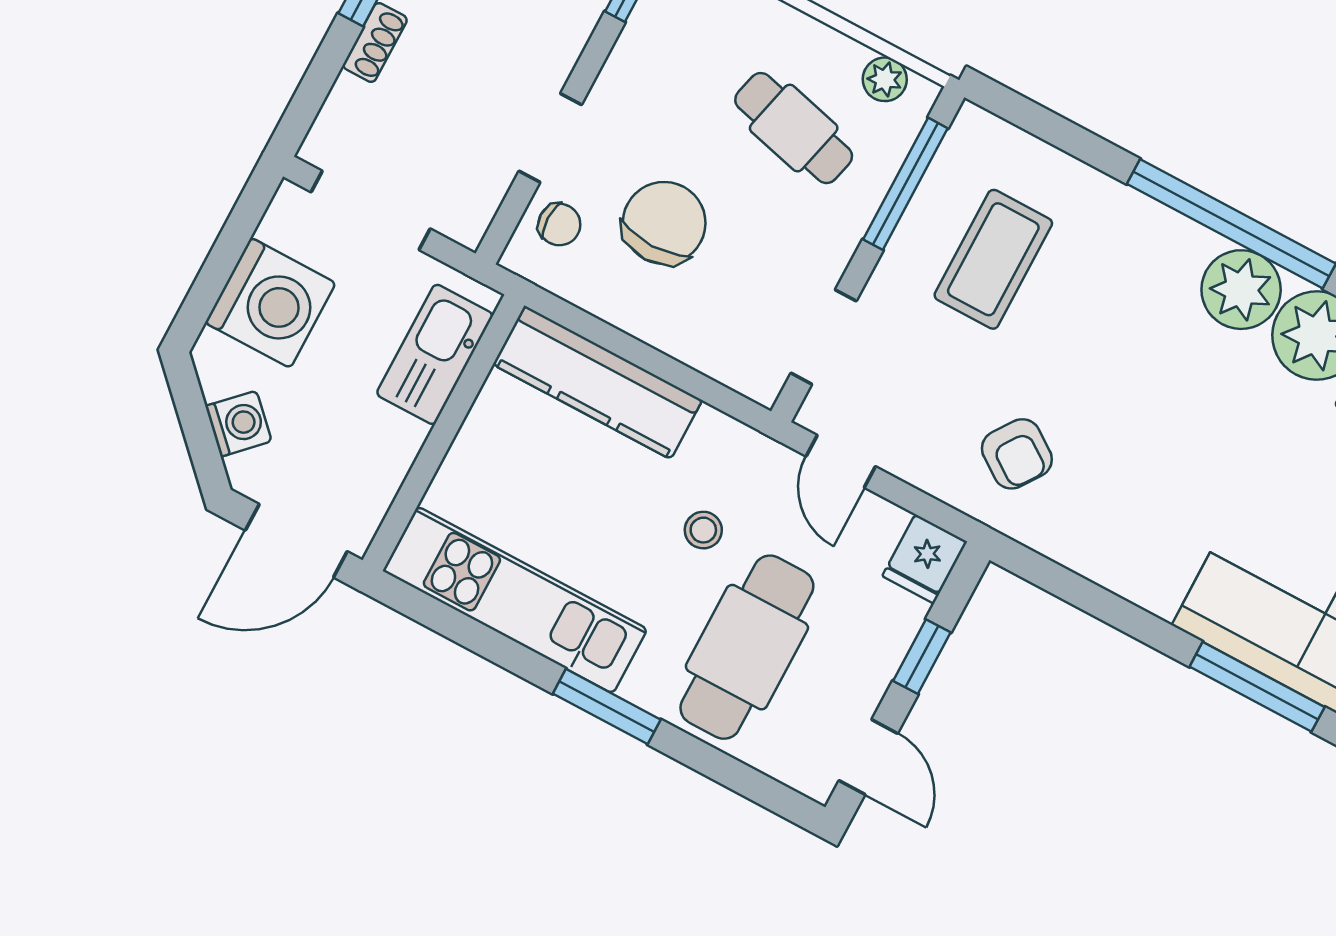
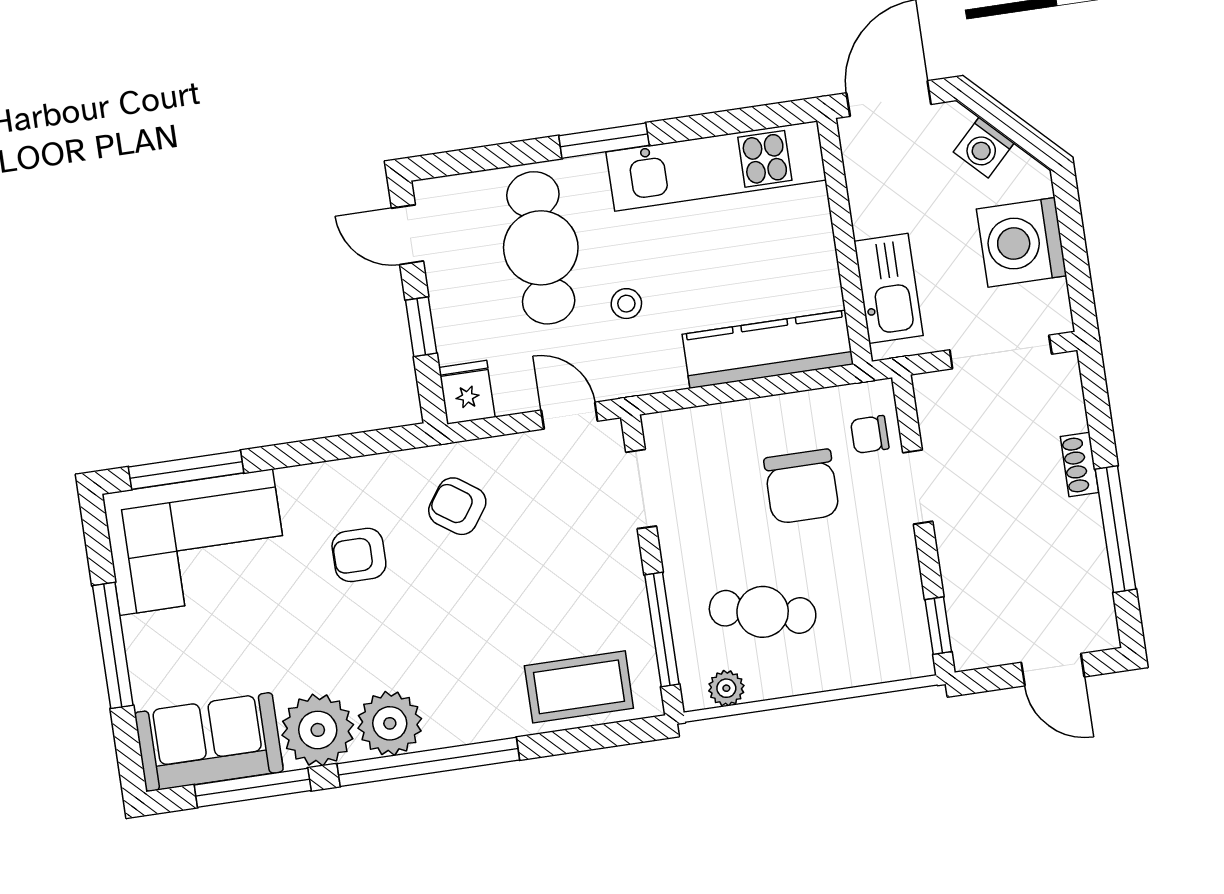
coffee table: (993, 259) -> (579, 687), moved, turned 90
armchair: (1149, 478) -> (359, 555), added

